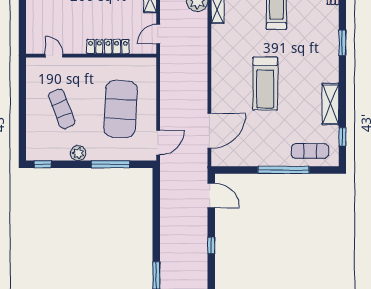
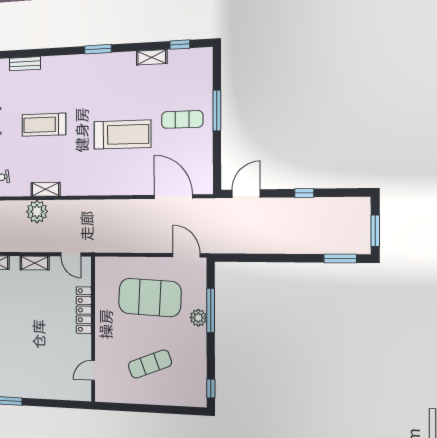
window: (342, 43) -> (98, 49), moved
shelving: (330, 104) -> (152, 57), width x0.67, depth x0.75
exercise mat: (310, 151) -> (182, 119), moved, turned 90
plant: (78, 153) -> (198, 318), moved
window: (283, 170) -> (217, 111), width x0.68

